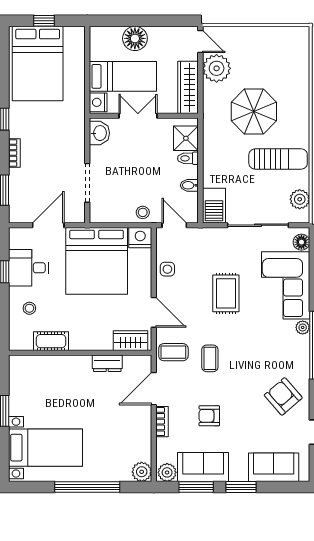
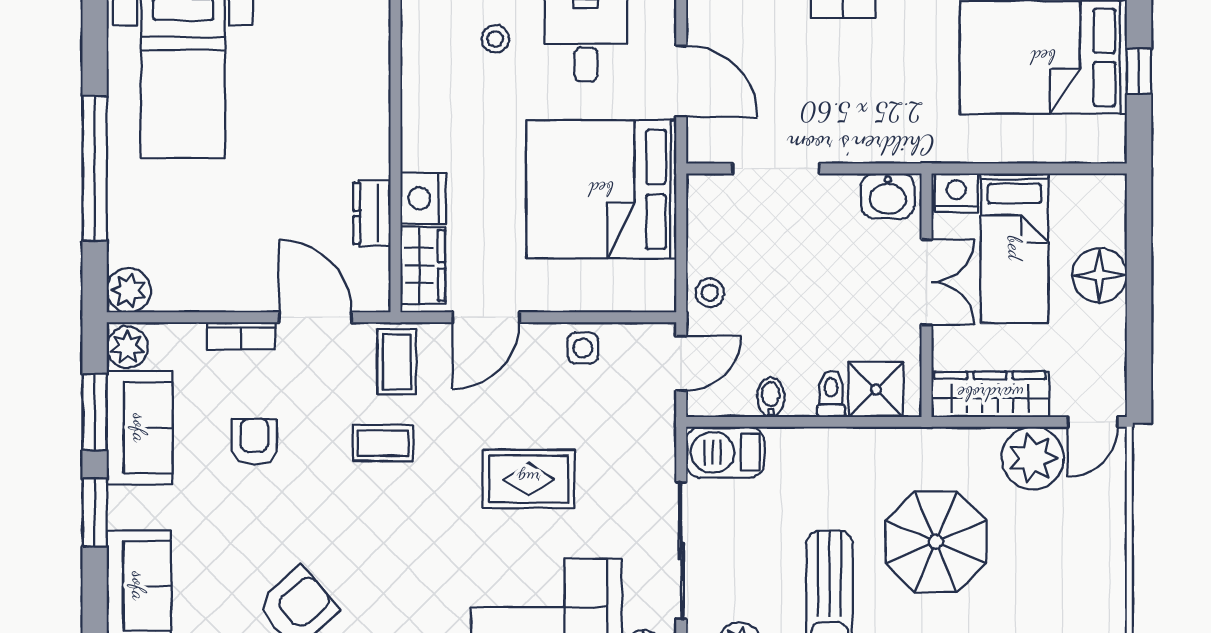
nightstand: (140, 238) -> (423, 198), moved, turned 180
cot: (51, 341) -> (422, 87), removed

